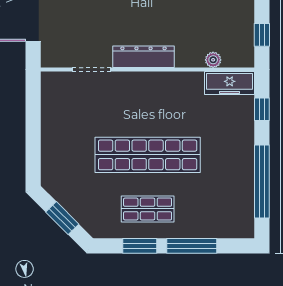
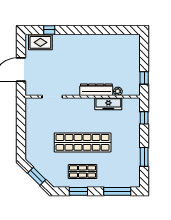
dresser: (143, 57) -> (96, 90), moved
freezer: (230, 83) -> (108, 104), moved
window: (262, 181) -> (144, 157), width x0.47
window: (192, 246) -> (117, 191), moved

